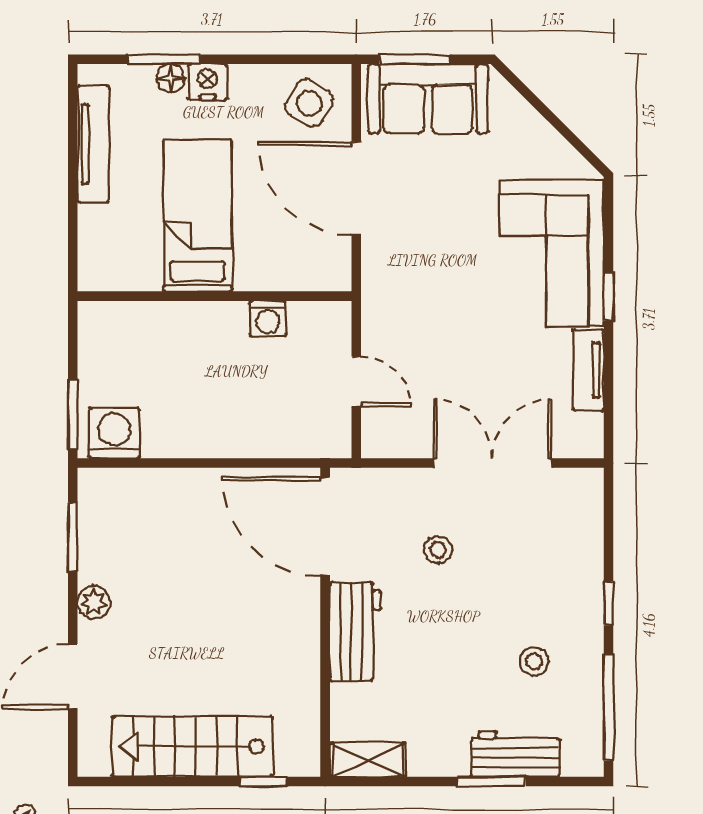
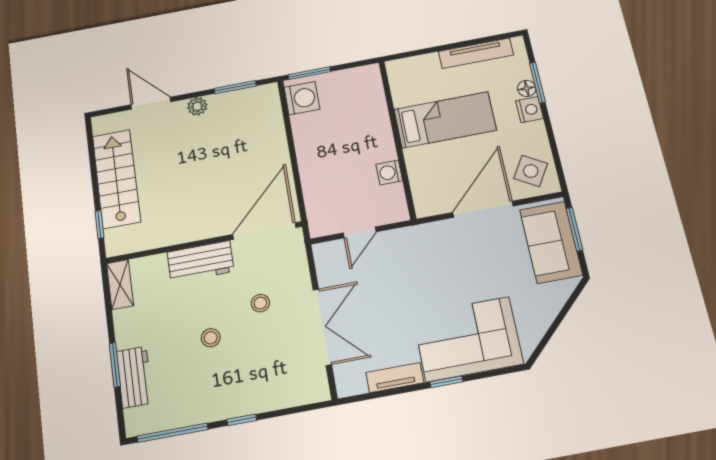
stool: (534, 661) -> (211, 338), moved

